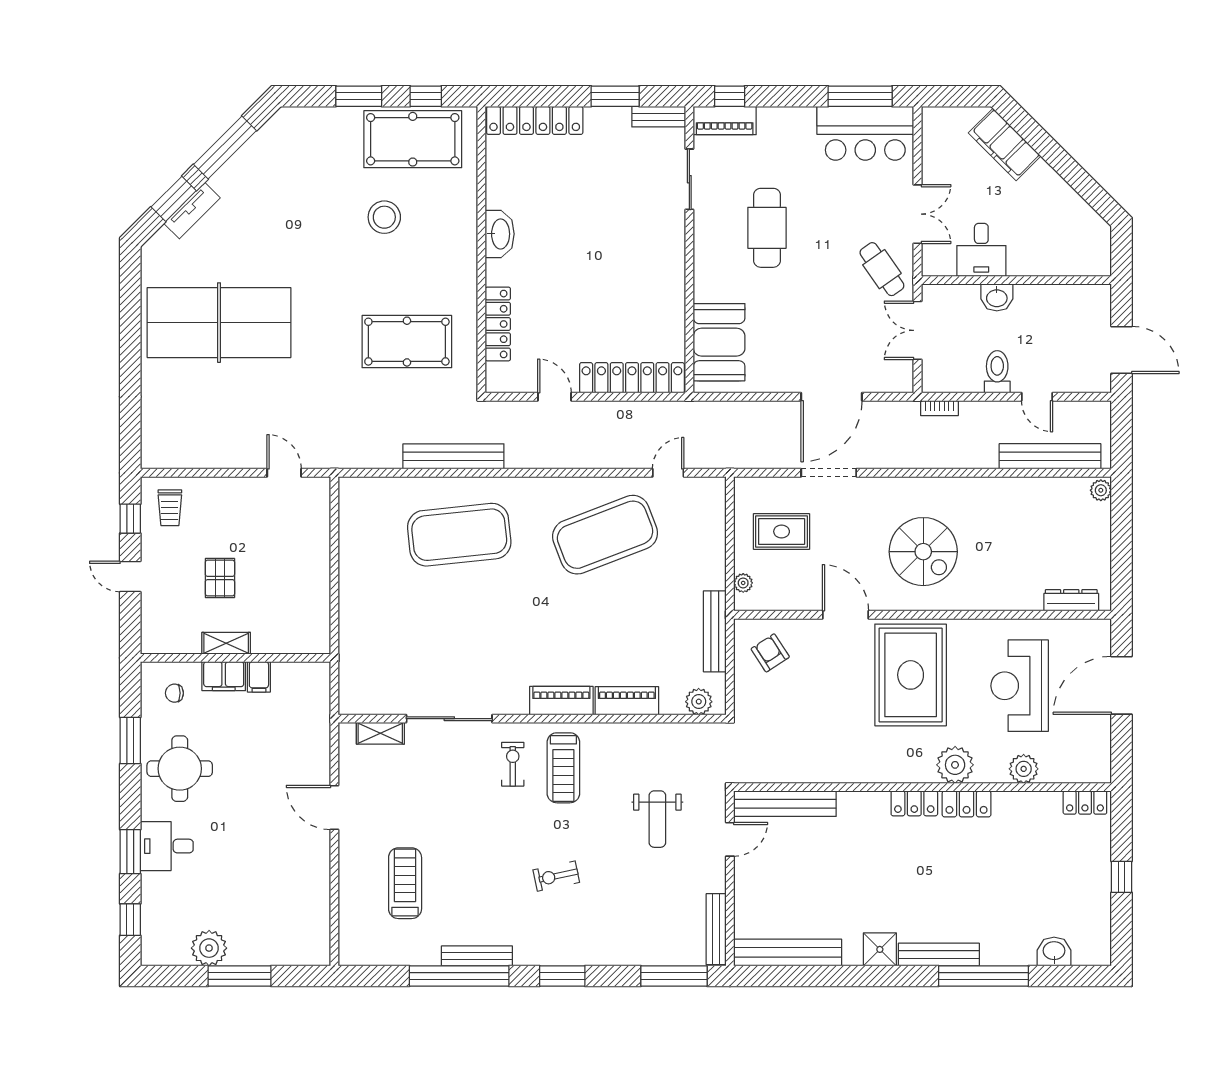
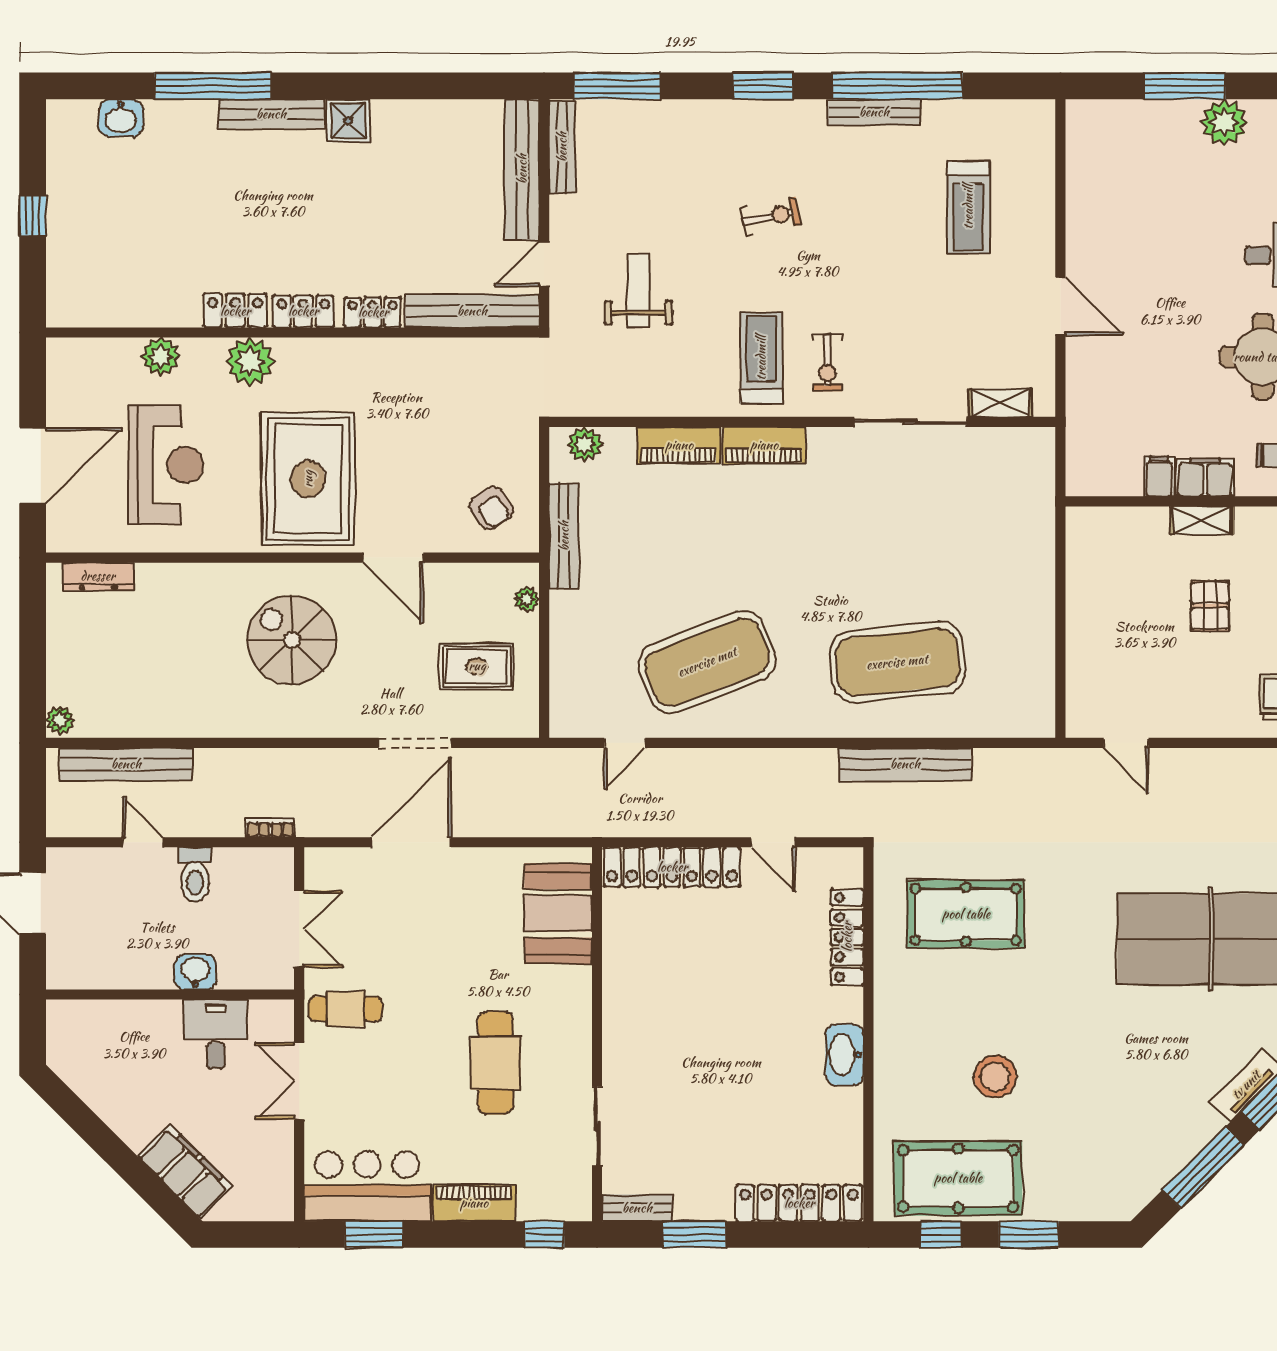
window: (860, 96) -> (374, 1235), width x0.69
piano: (725, 121) -> (474, 1203), moved
cafe table: (882, 269) -> (345, 1009), turned -55
locker: (1085, 803) -> (373, 312), moved
bench: (788, 952) -> (522, 169), moved, turned 90

